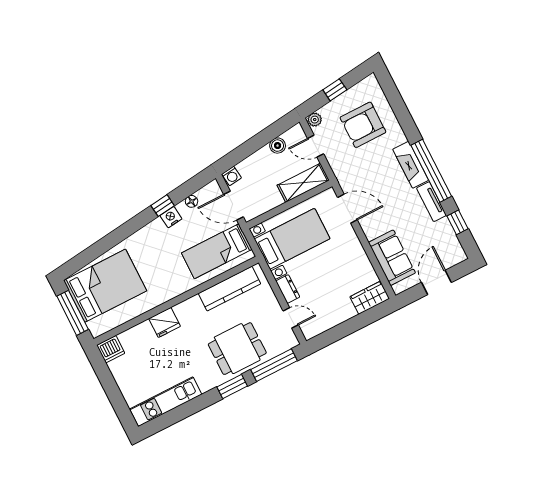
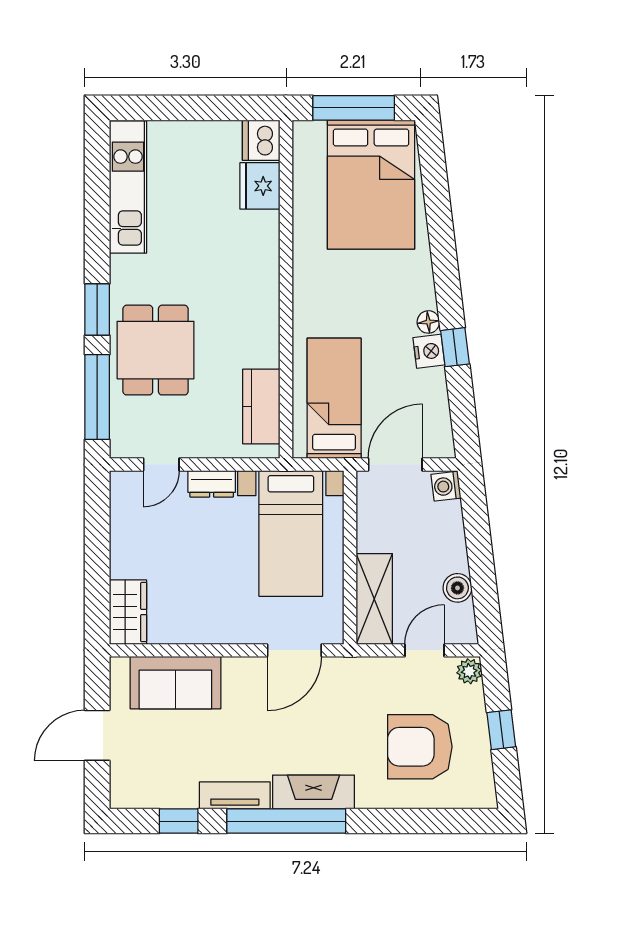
armchair: (363, 125) -> (420, 747), turned -90
floor lamp: (192, 201) -> (428, 322), moved
door: (436, 282) -> (97, 735), swing flipped
kitchen counter: (229, 289) -> (261, 406), width x0.67
fridge: (165, 322) -> (260, 186), moved

